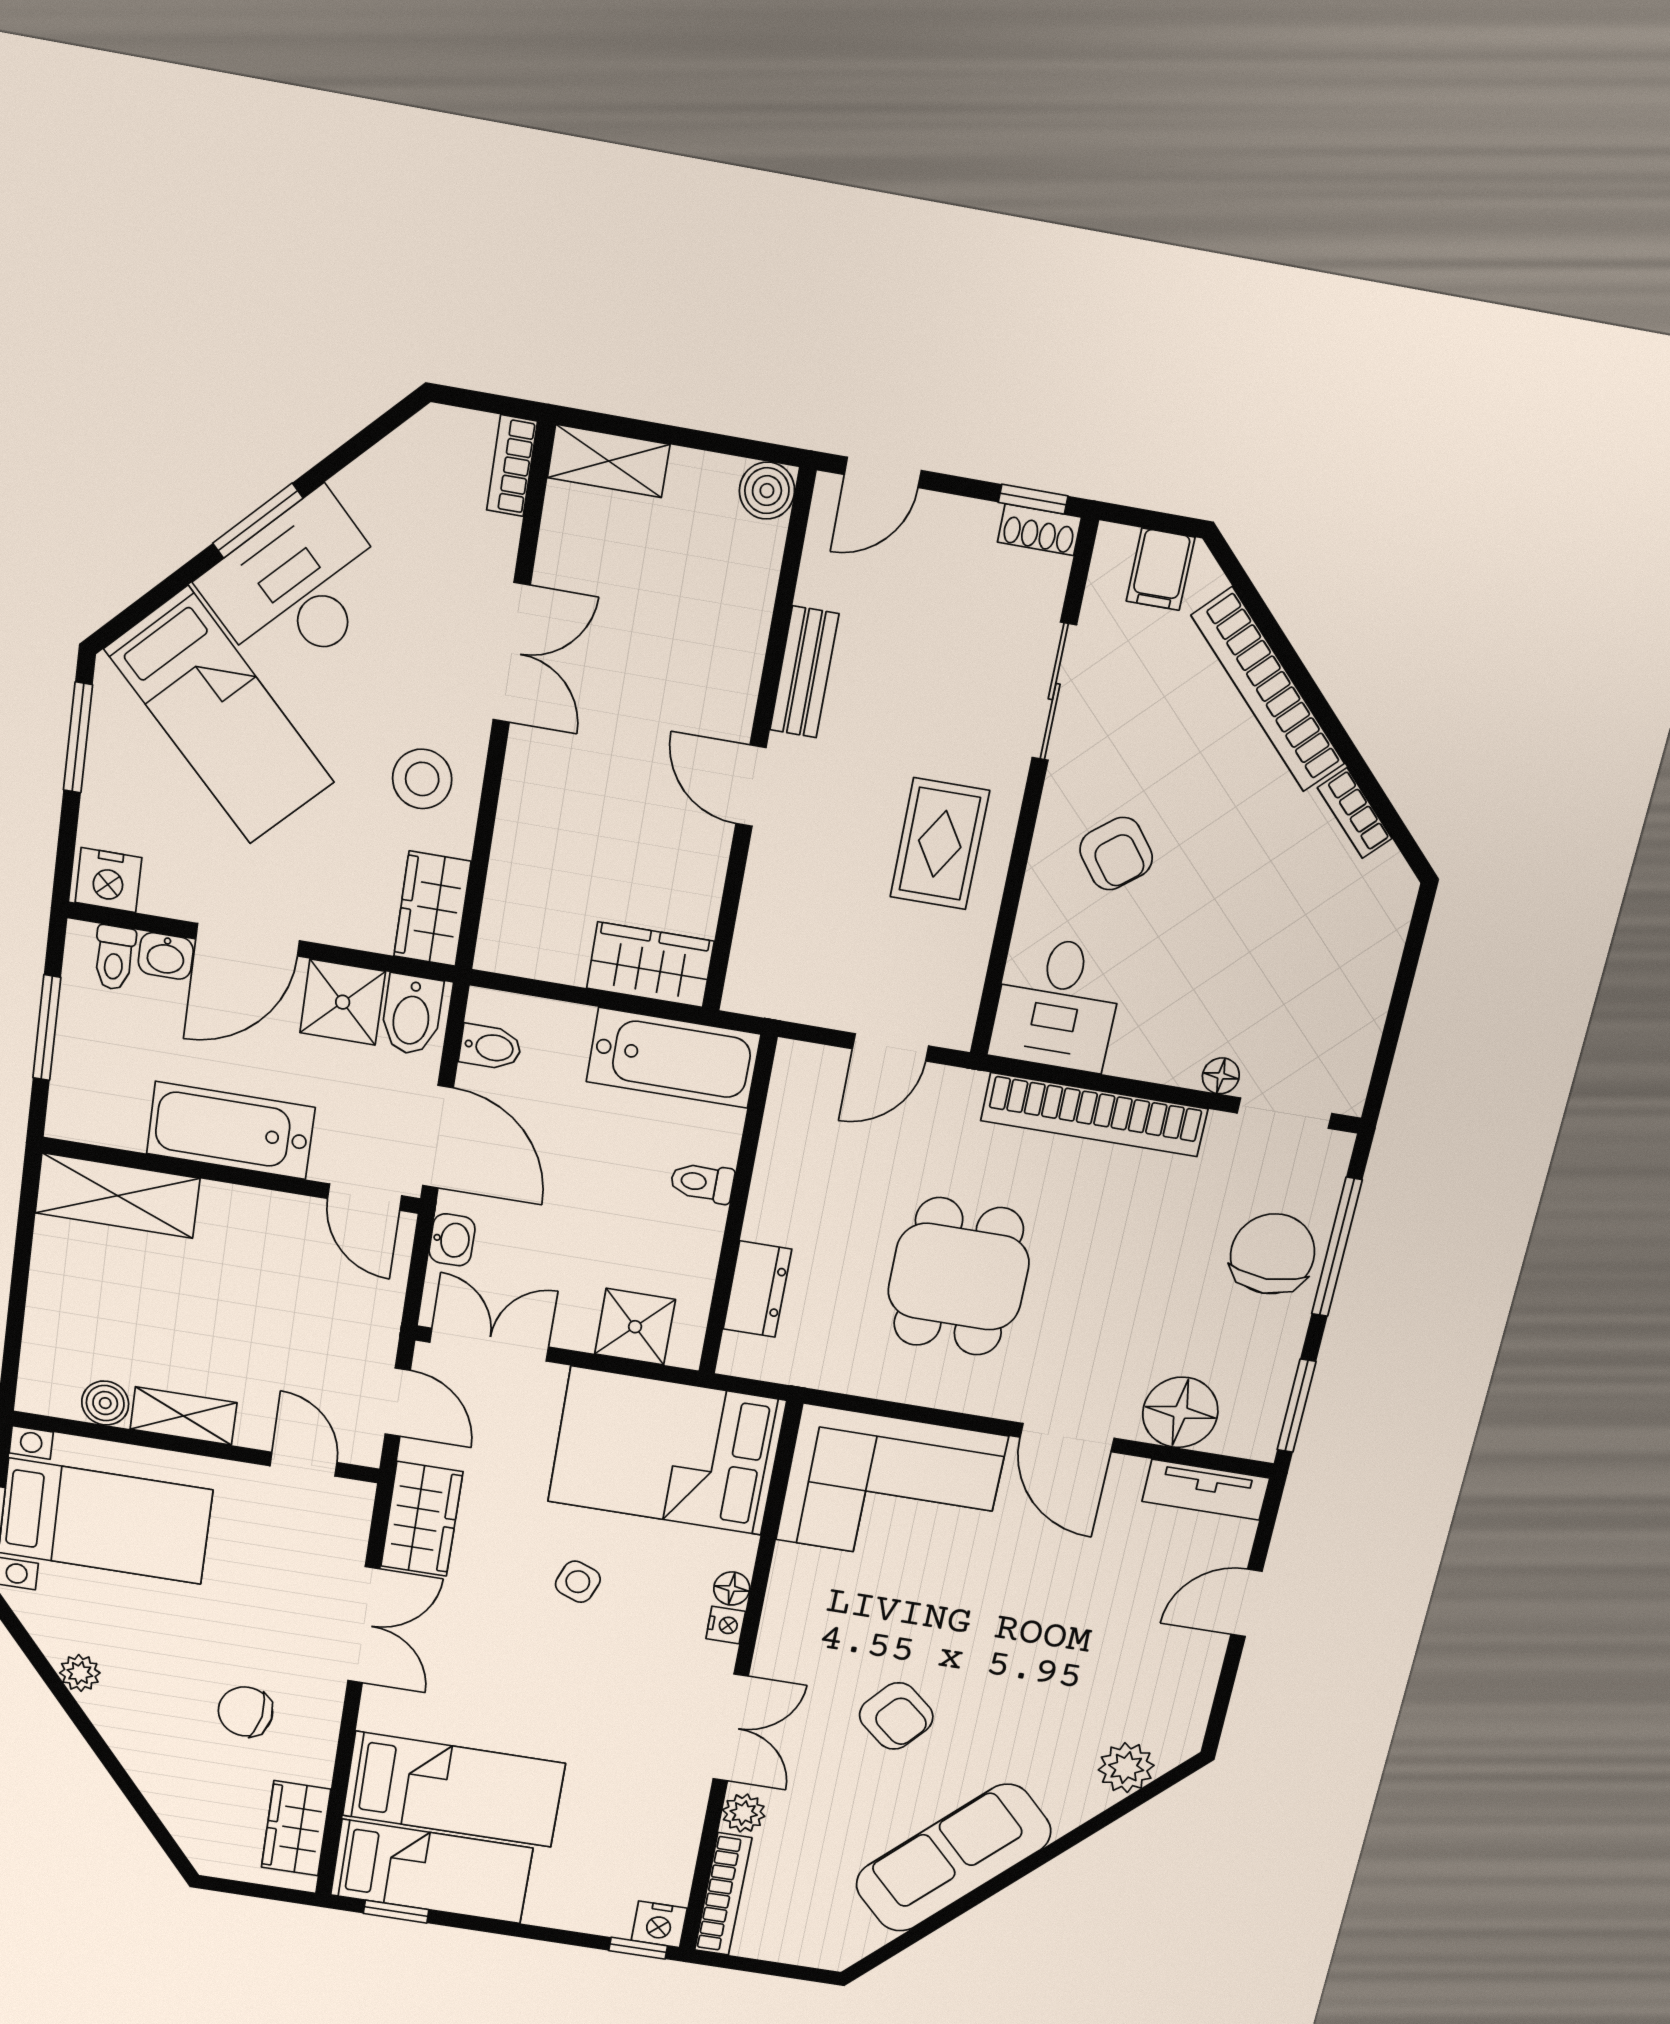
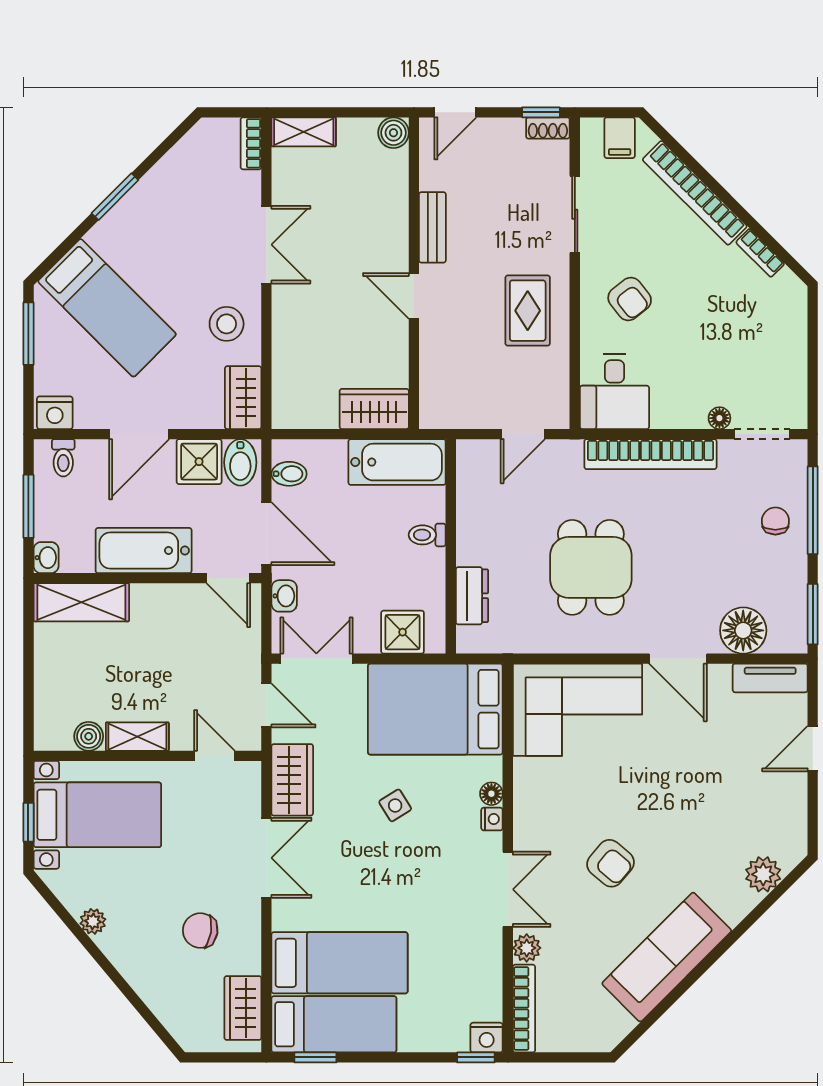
desk: (298, 587) -> (142, 229), removed
washbasin: (166, 956) -> (46, 558), moved, turned -90
chair: (1273, 1254) -> (775, 521), width x0.54, depth x0.54
side table: (578, 1582) -> (395, 805), turned 37

